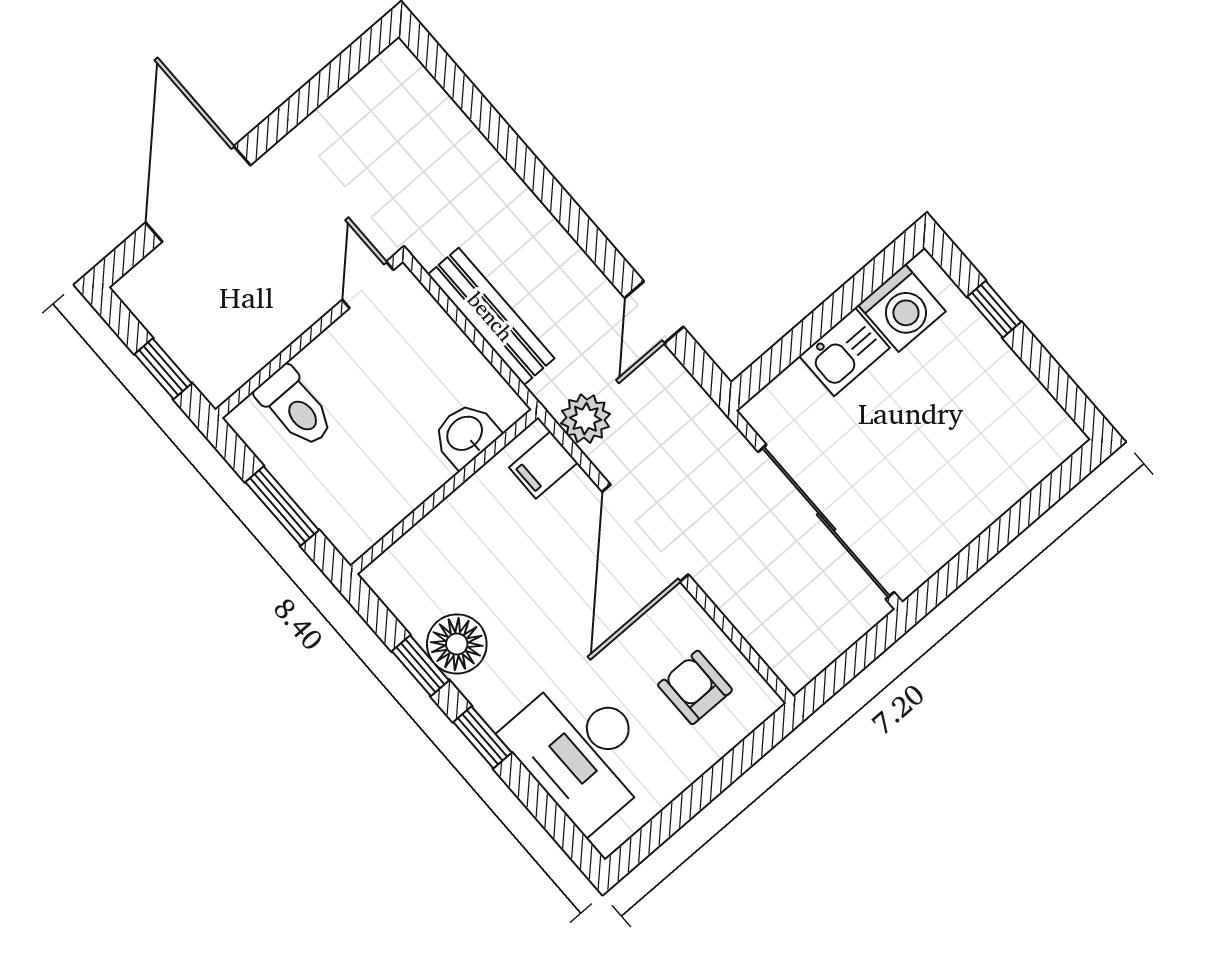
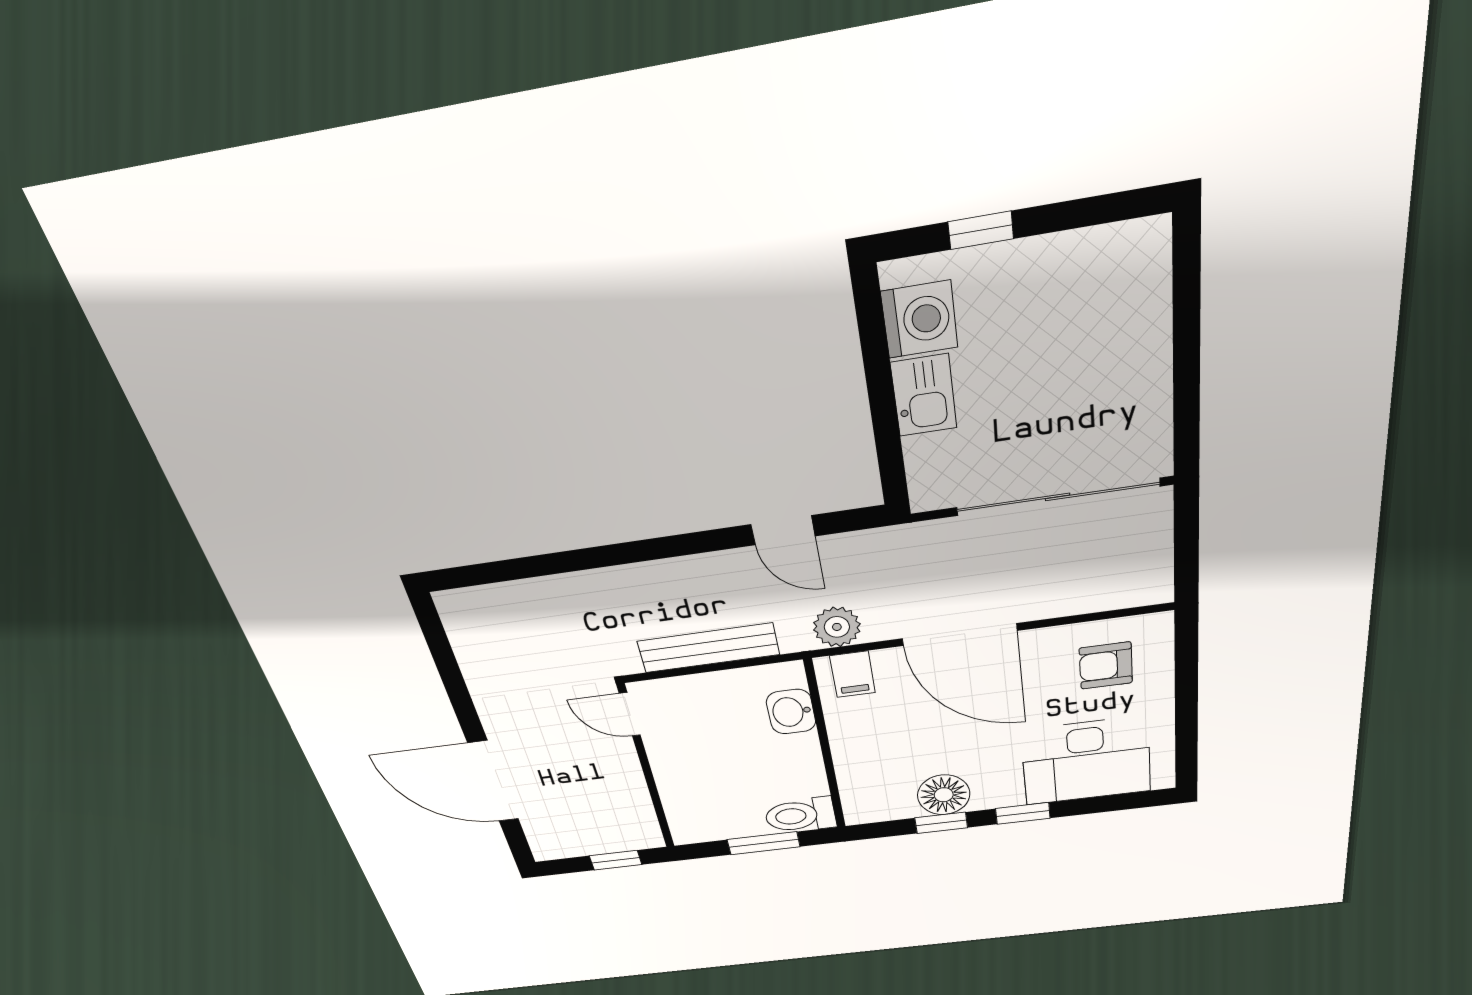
toilet: (295, 407) -> (800, 815), moved, turned 180

